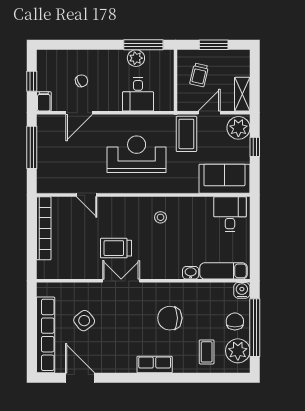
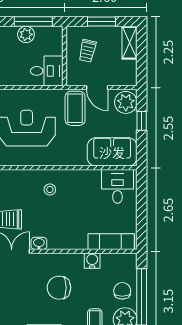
desk: (138, 94) -> (47, 71), moved, turned -90
shelving: (242, 94) -> (129, 43), moved
door: (209, 113) -> (97, 88), swing flipped
washbasin: (191, 273) -> (39, 243), moved
water cooler: (242, 290) -> (92, 261), moved

